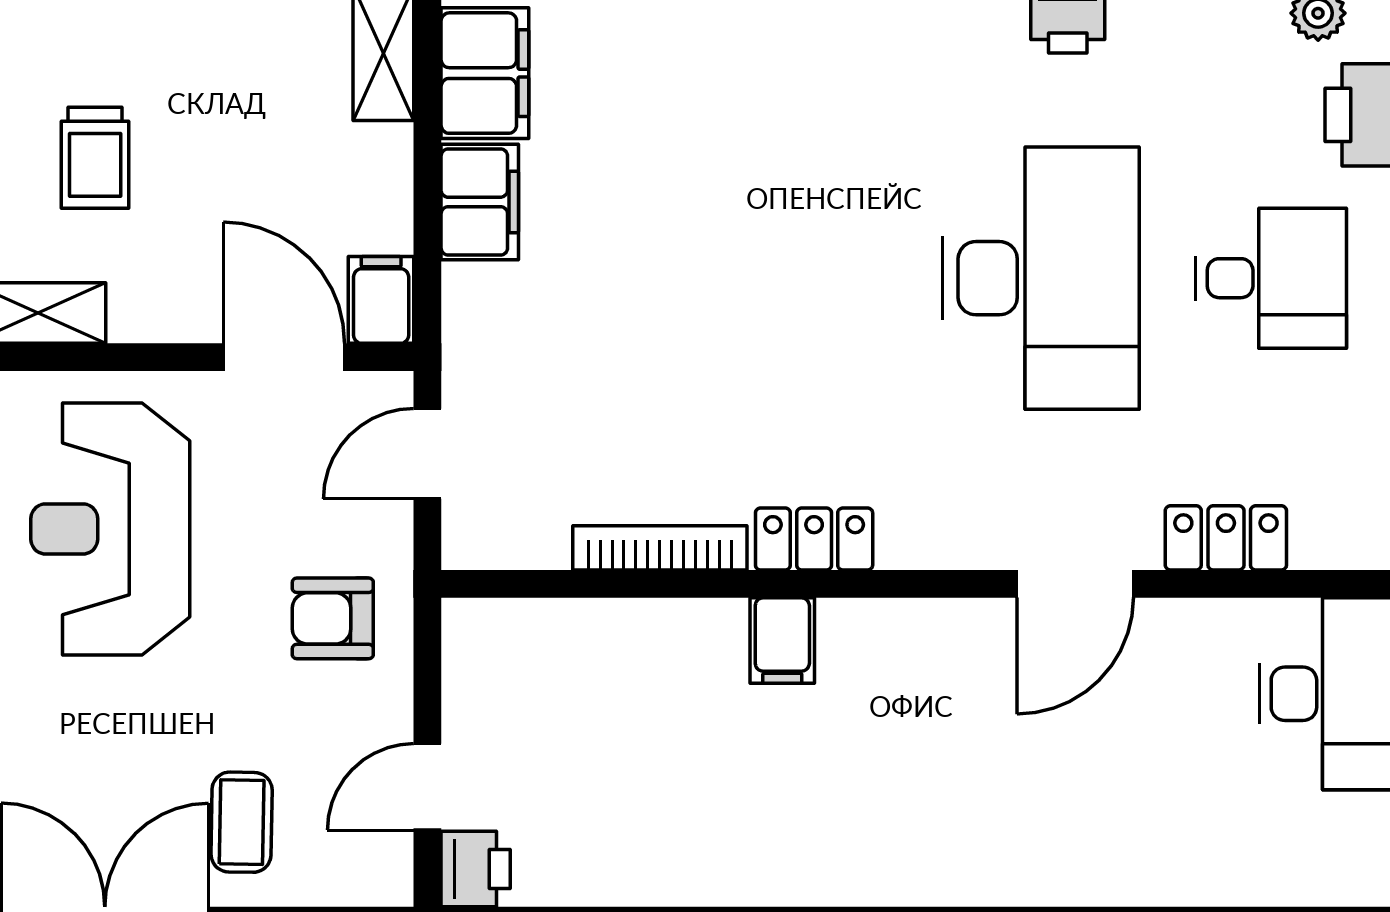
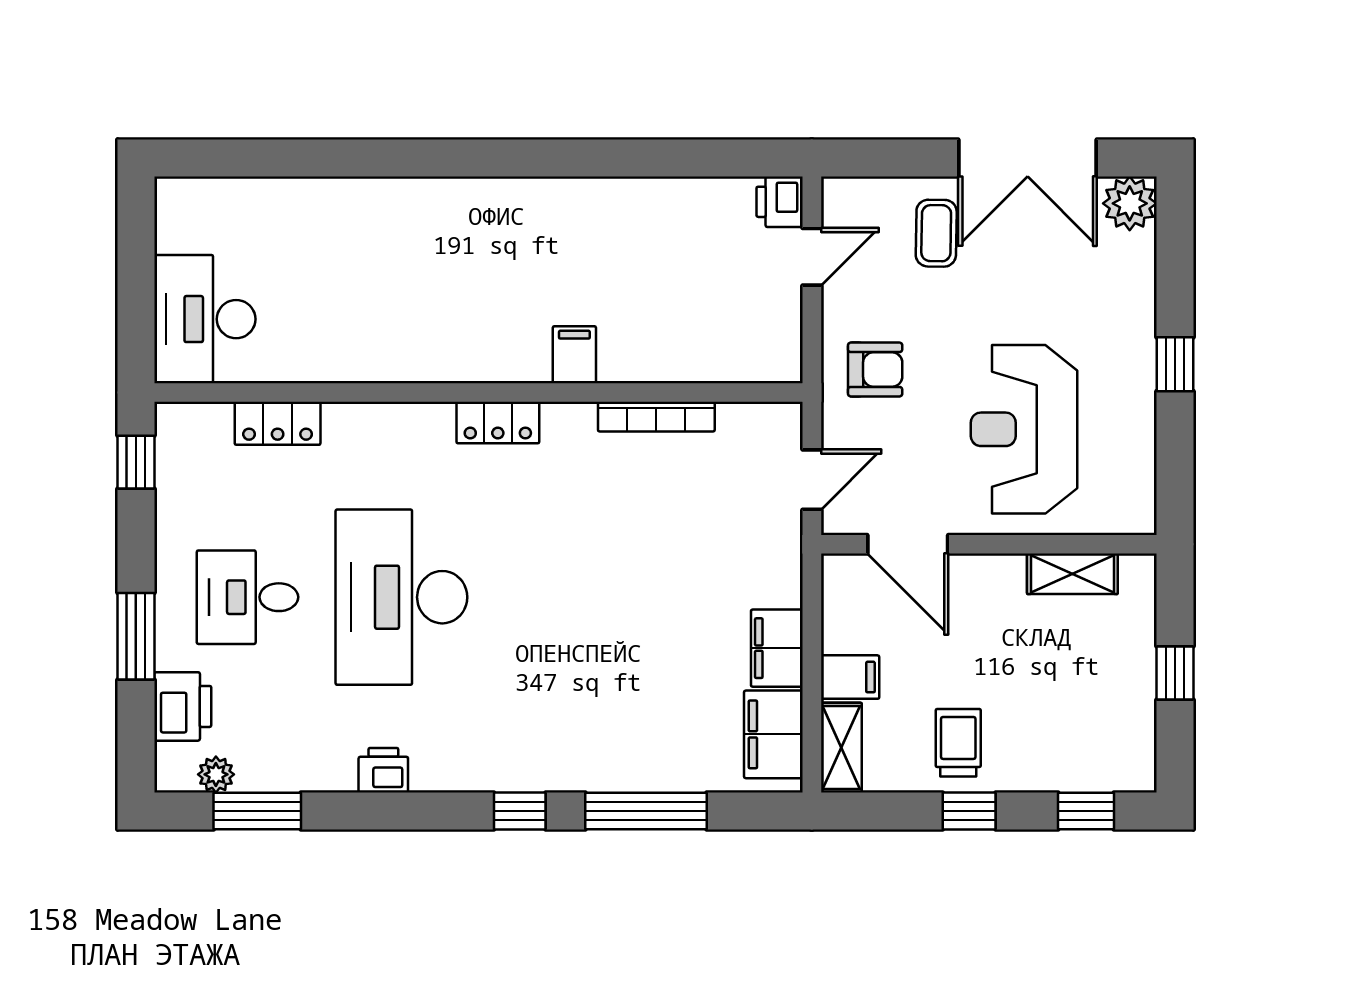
trolley: (95, 158) -> (958, 743), moved
filing cabinet: (381, 300) -> (850, 677), moved, turned -90
reception desk: (110, 529) -> (1024, 429), turned 180
locker: (814, 539) -> (498, 423), moved
door: (1075, 584) -> (378, 393), removed

